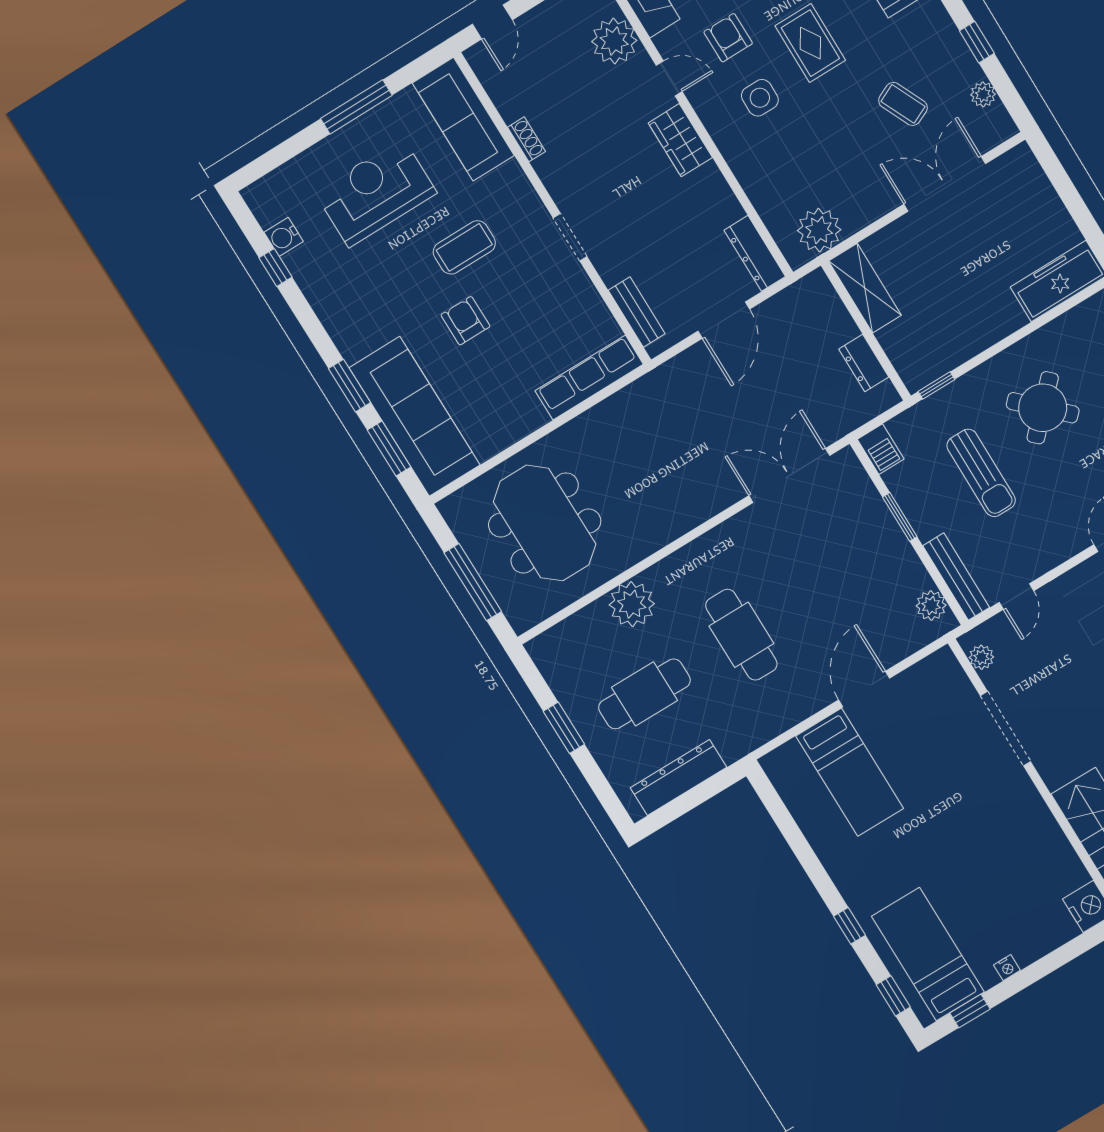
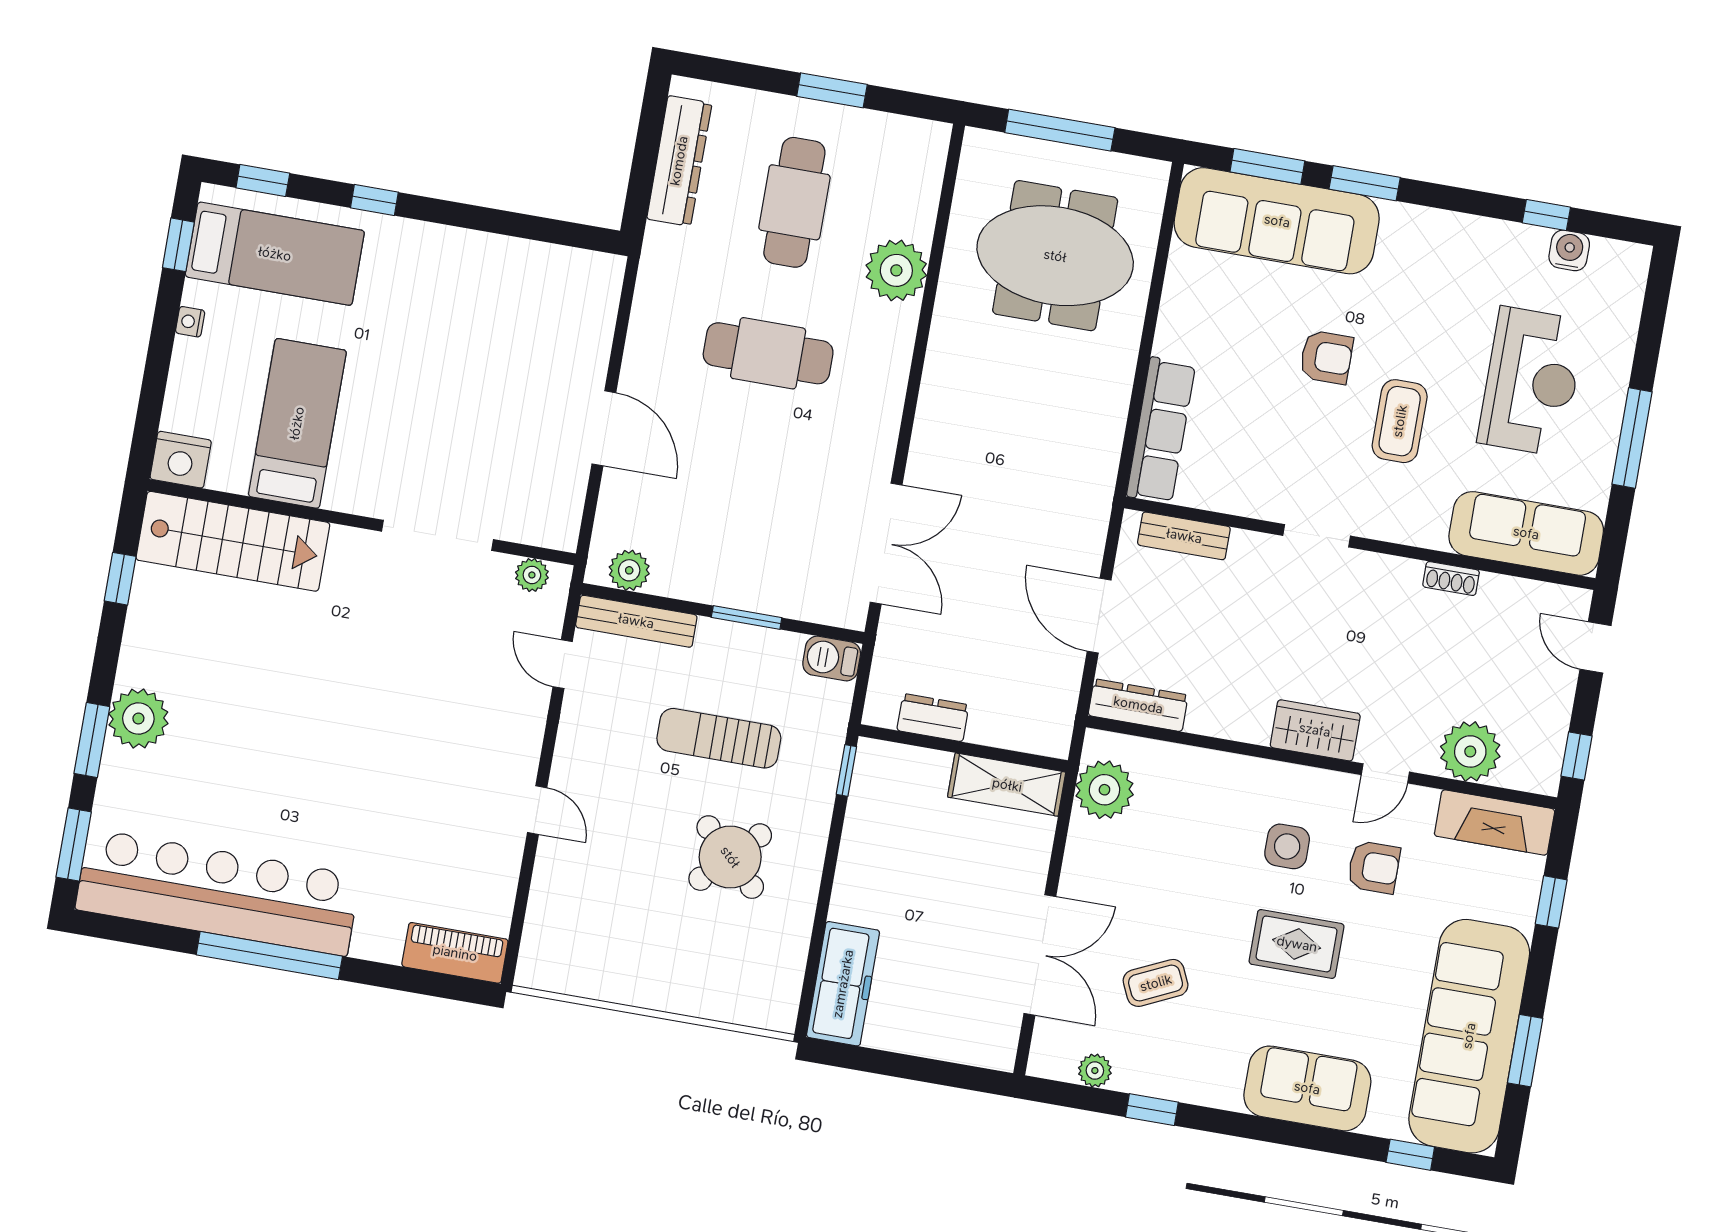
bed: (850, 772) -> (297, 423), moved, turned 90

